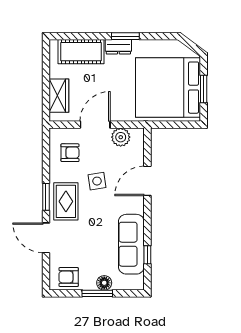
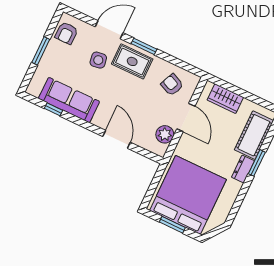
window: (125, 36) -> (257, 163), moved
armchair: (70, 153) -> (172, 85), turned 114
side table: (97, 181) -> (98, 60), moved
armchair: (69, 277) -> (66, 33), turned 180
floor lamp: (104, 283) -> (47, 61), removed

